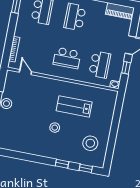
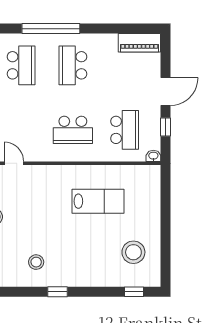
lab bench: (74, 106) -> (98, 201), turned 180
stool: (55, 128) -> (36, 262), moved
window: (62, 164) -> (57, 292), moved

